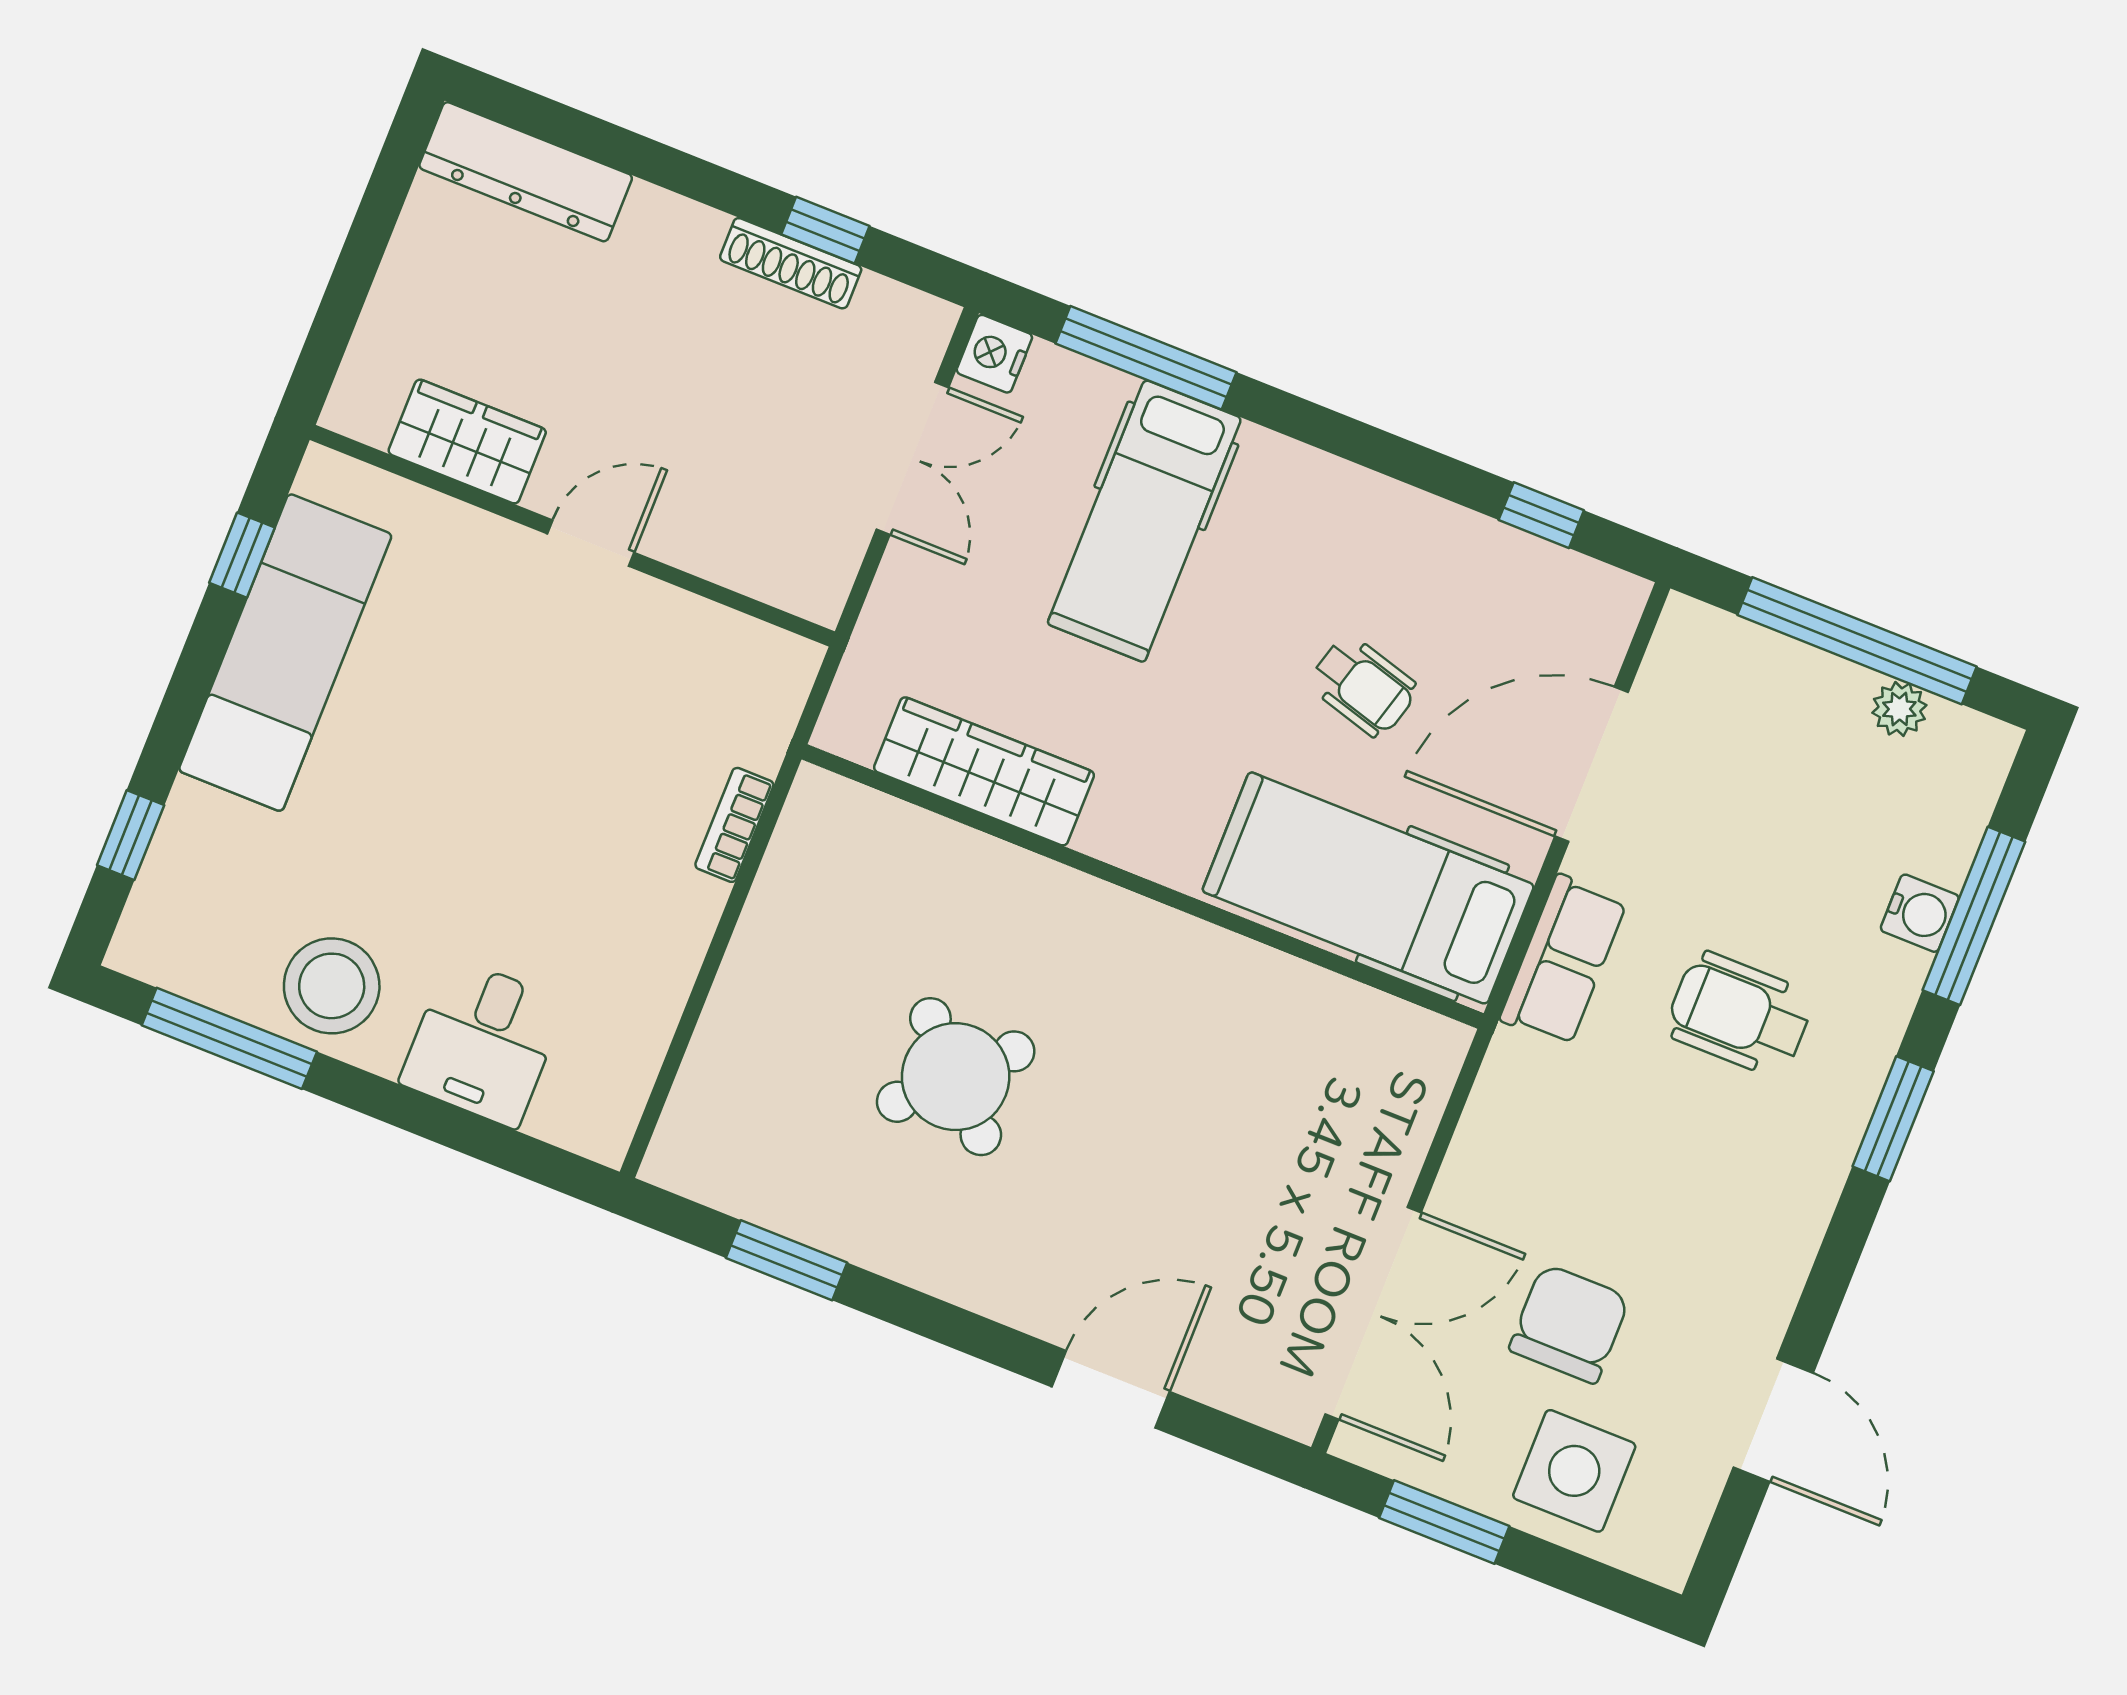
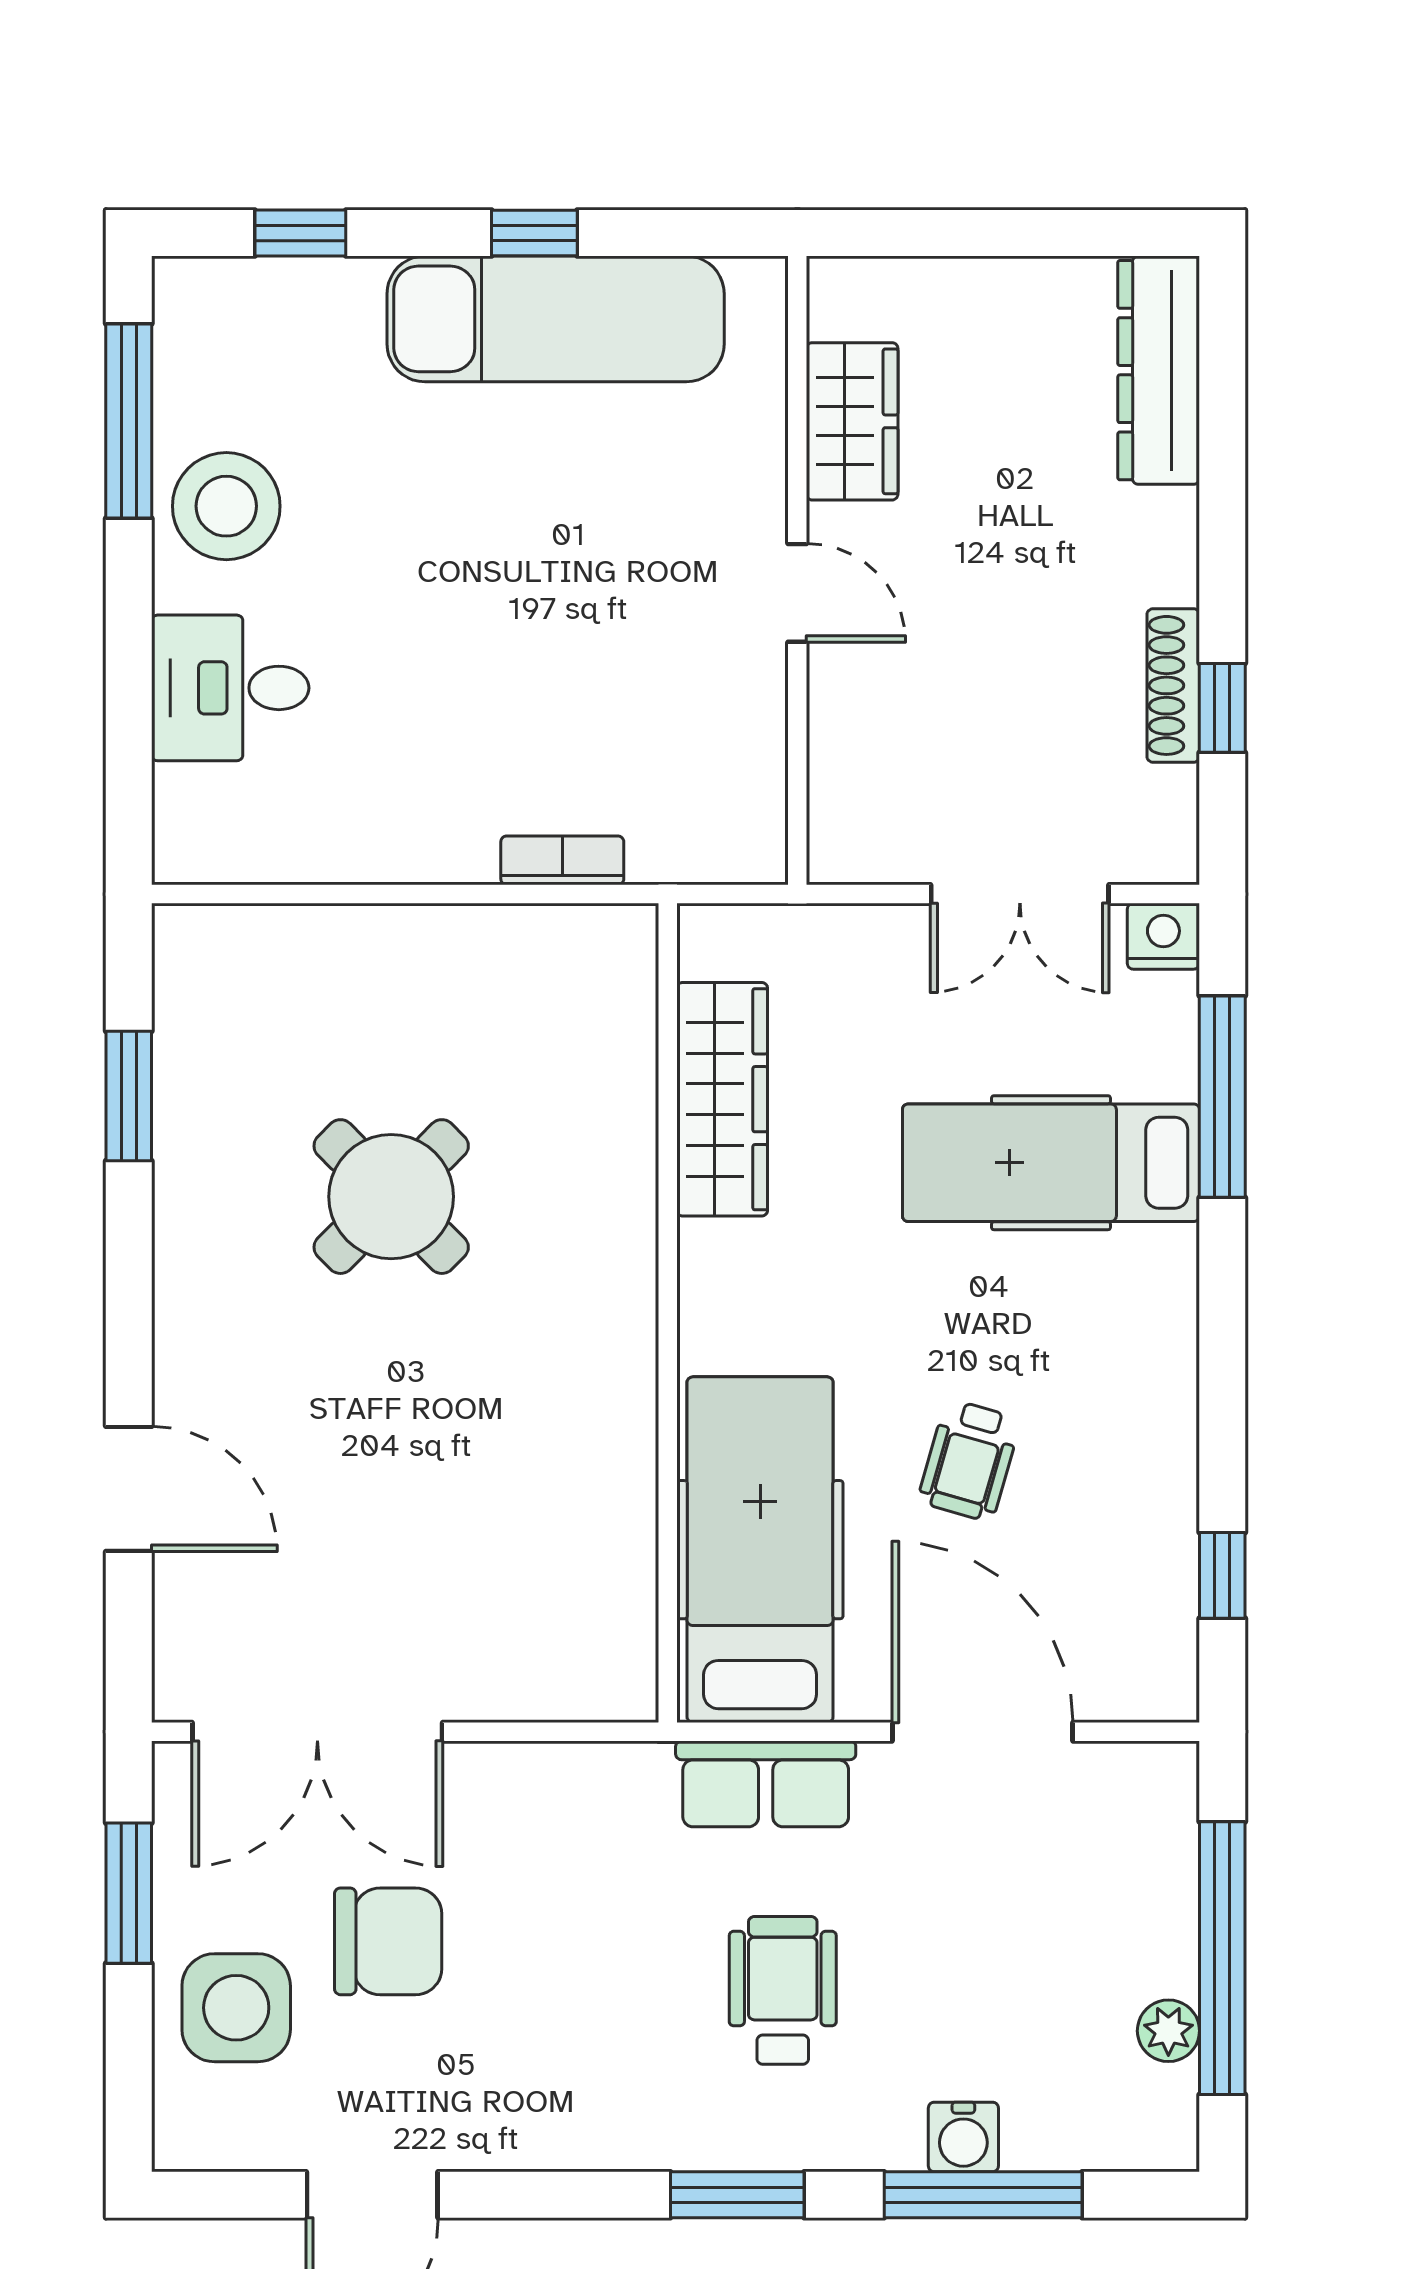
window: (242, 555) -> (534, 233), moved

